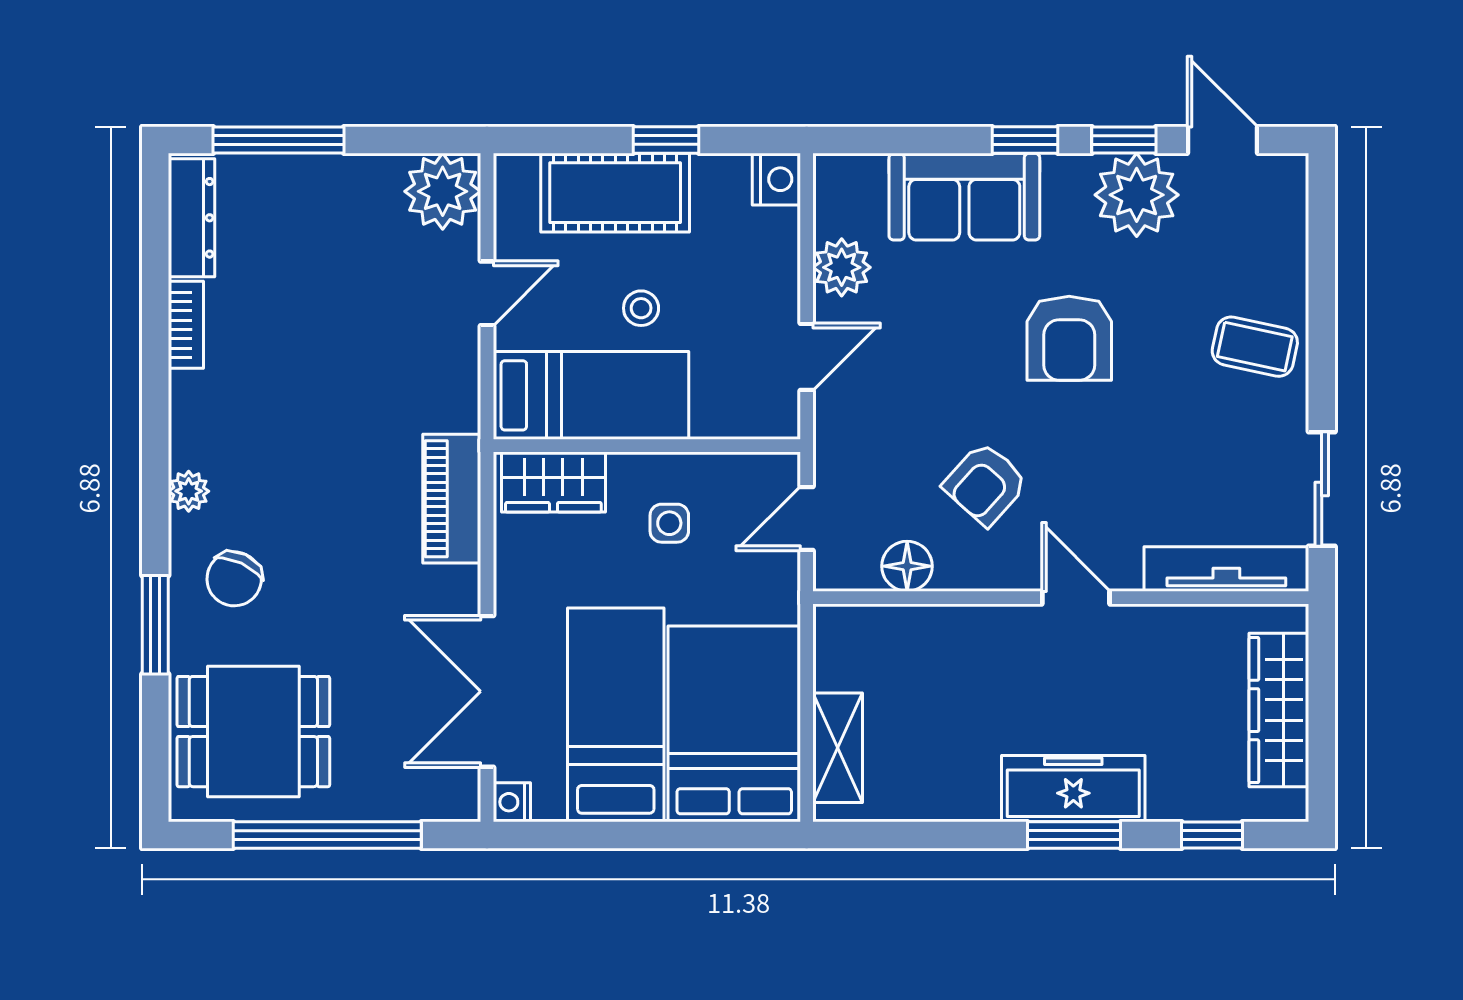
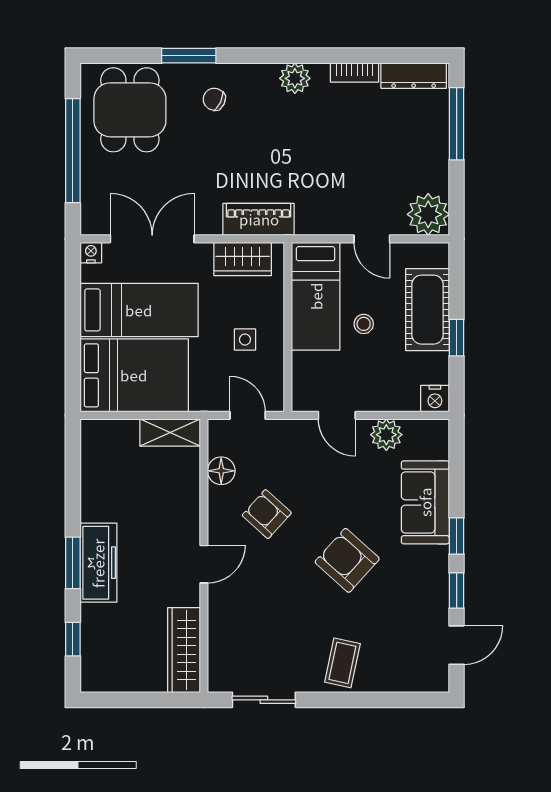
plant: (1137, 195) -> (426, 598), removed
armchair: (1069, 338) -> (347, 560), turned 42
wardrobe: (553, 482) -> (243, 259), moved, turned -90
plant: (189, 491) -> (295, 78), moved, width x1.38, depth x1.38
tv unit: (1226, 569) -> (220, 647), removed
chair: (234, 579) -> (214, 99), width x0.73, depth x0.73
wardrobe: (1279, 710) -> (184, 650), moved, turned -90
shelving: (838, 748) -> (170, 432), moved

